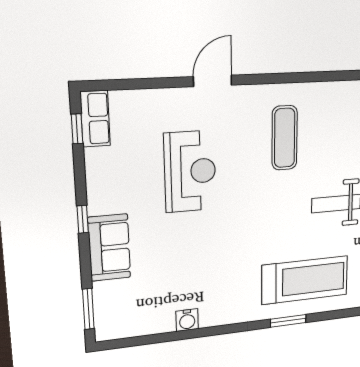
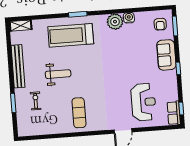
exercise mat: (285, 138) -> (79, 113), moved
reception desk: (190, 171) -> (143, 102), moved, turned 180
armchair: (121, 311) -> (160, 24), added
plant: (216, 311) -> (115, 22), added

